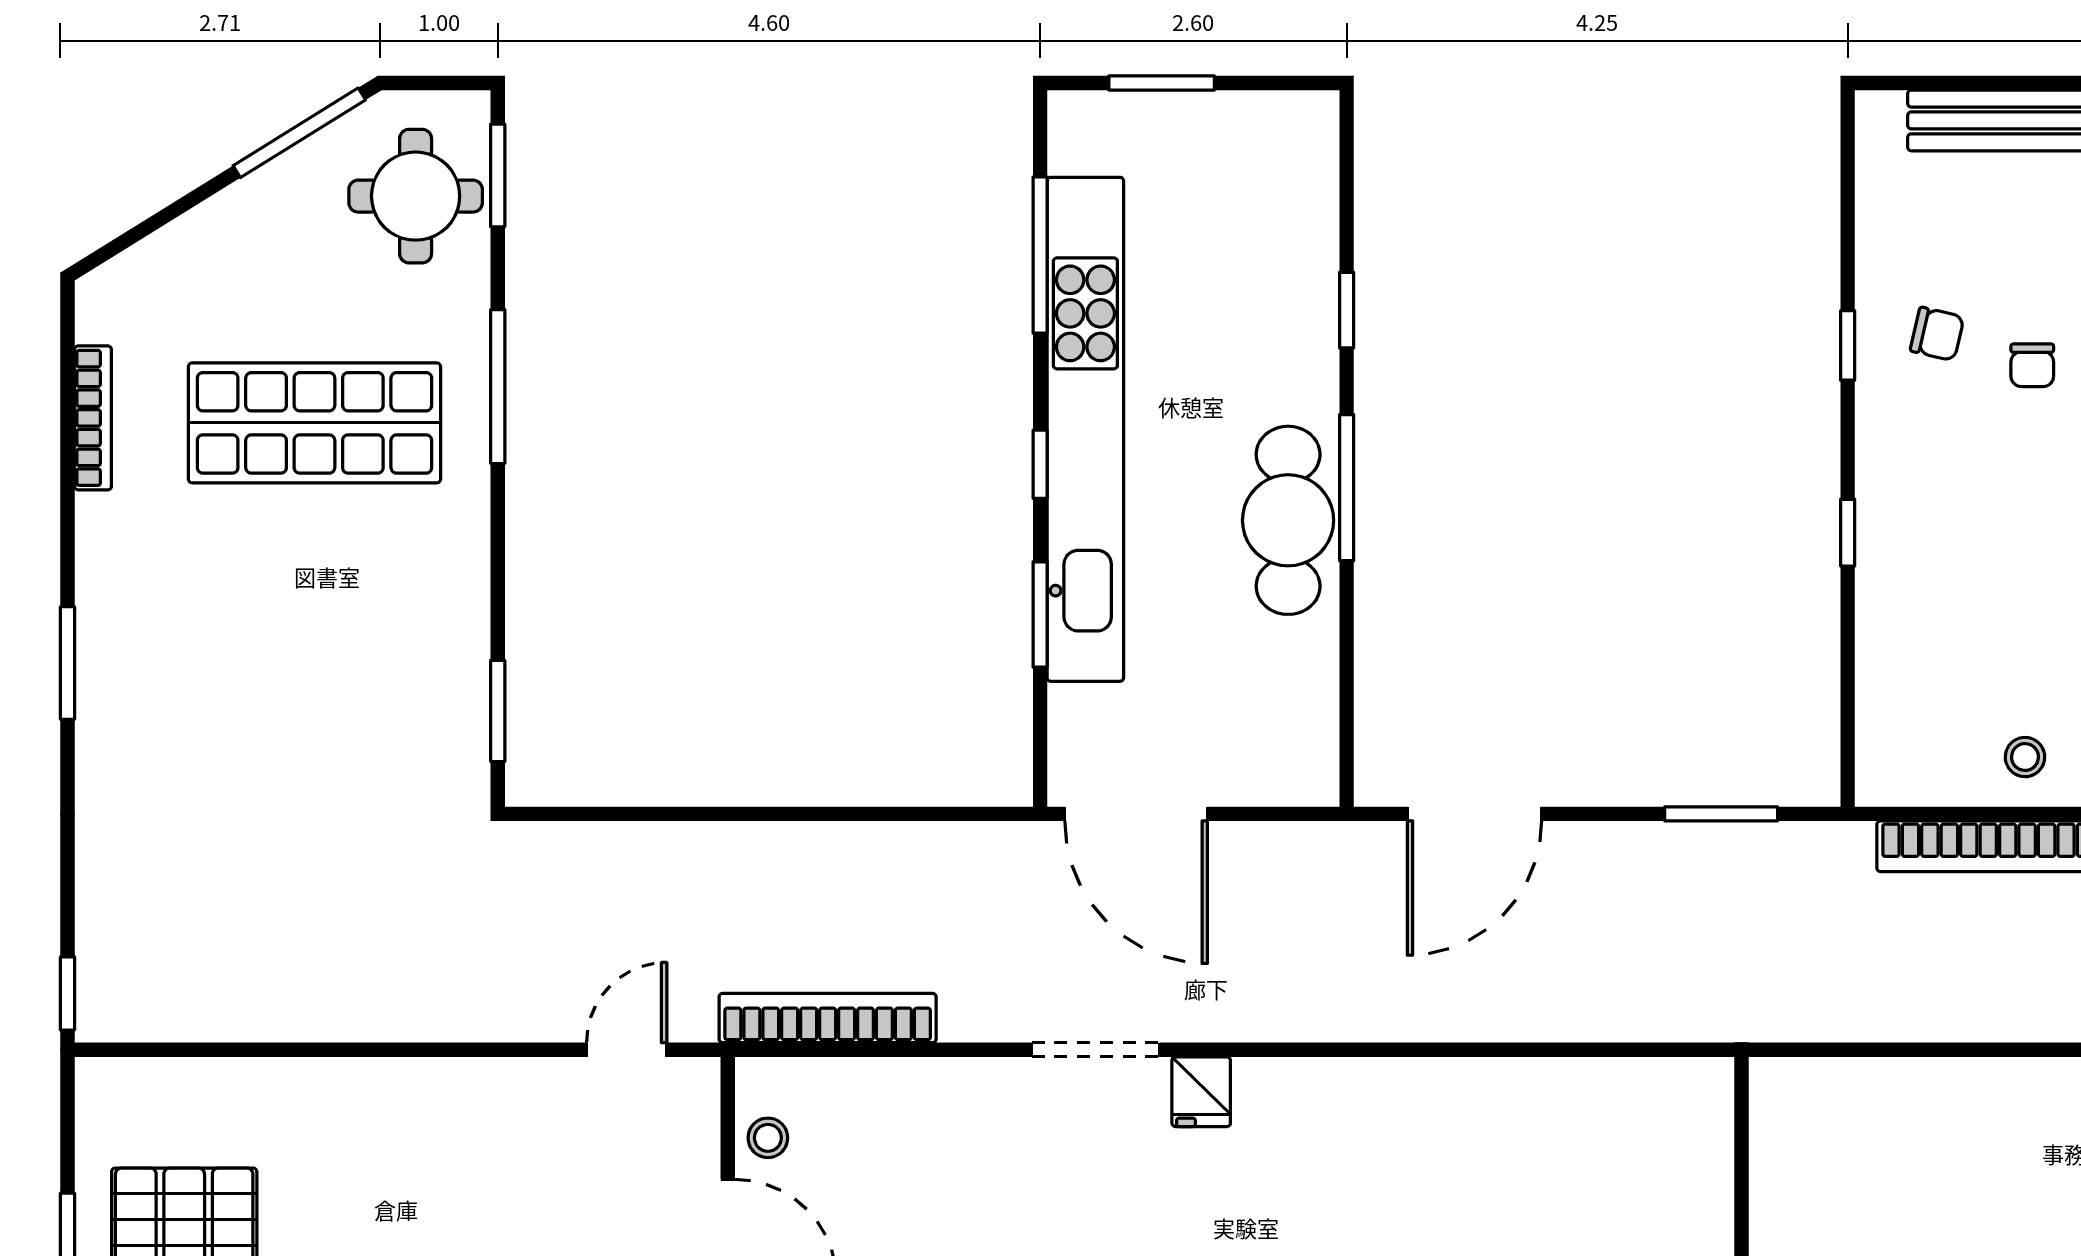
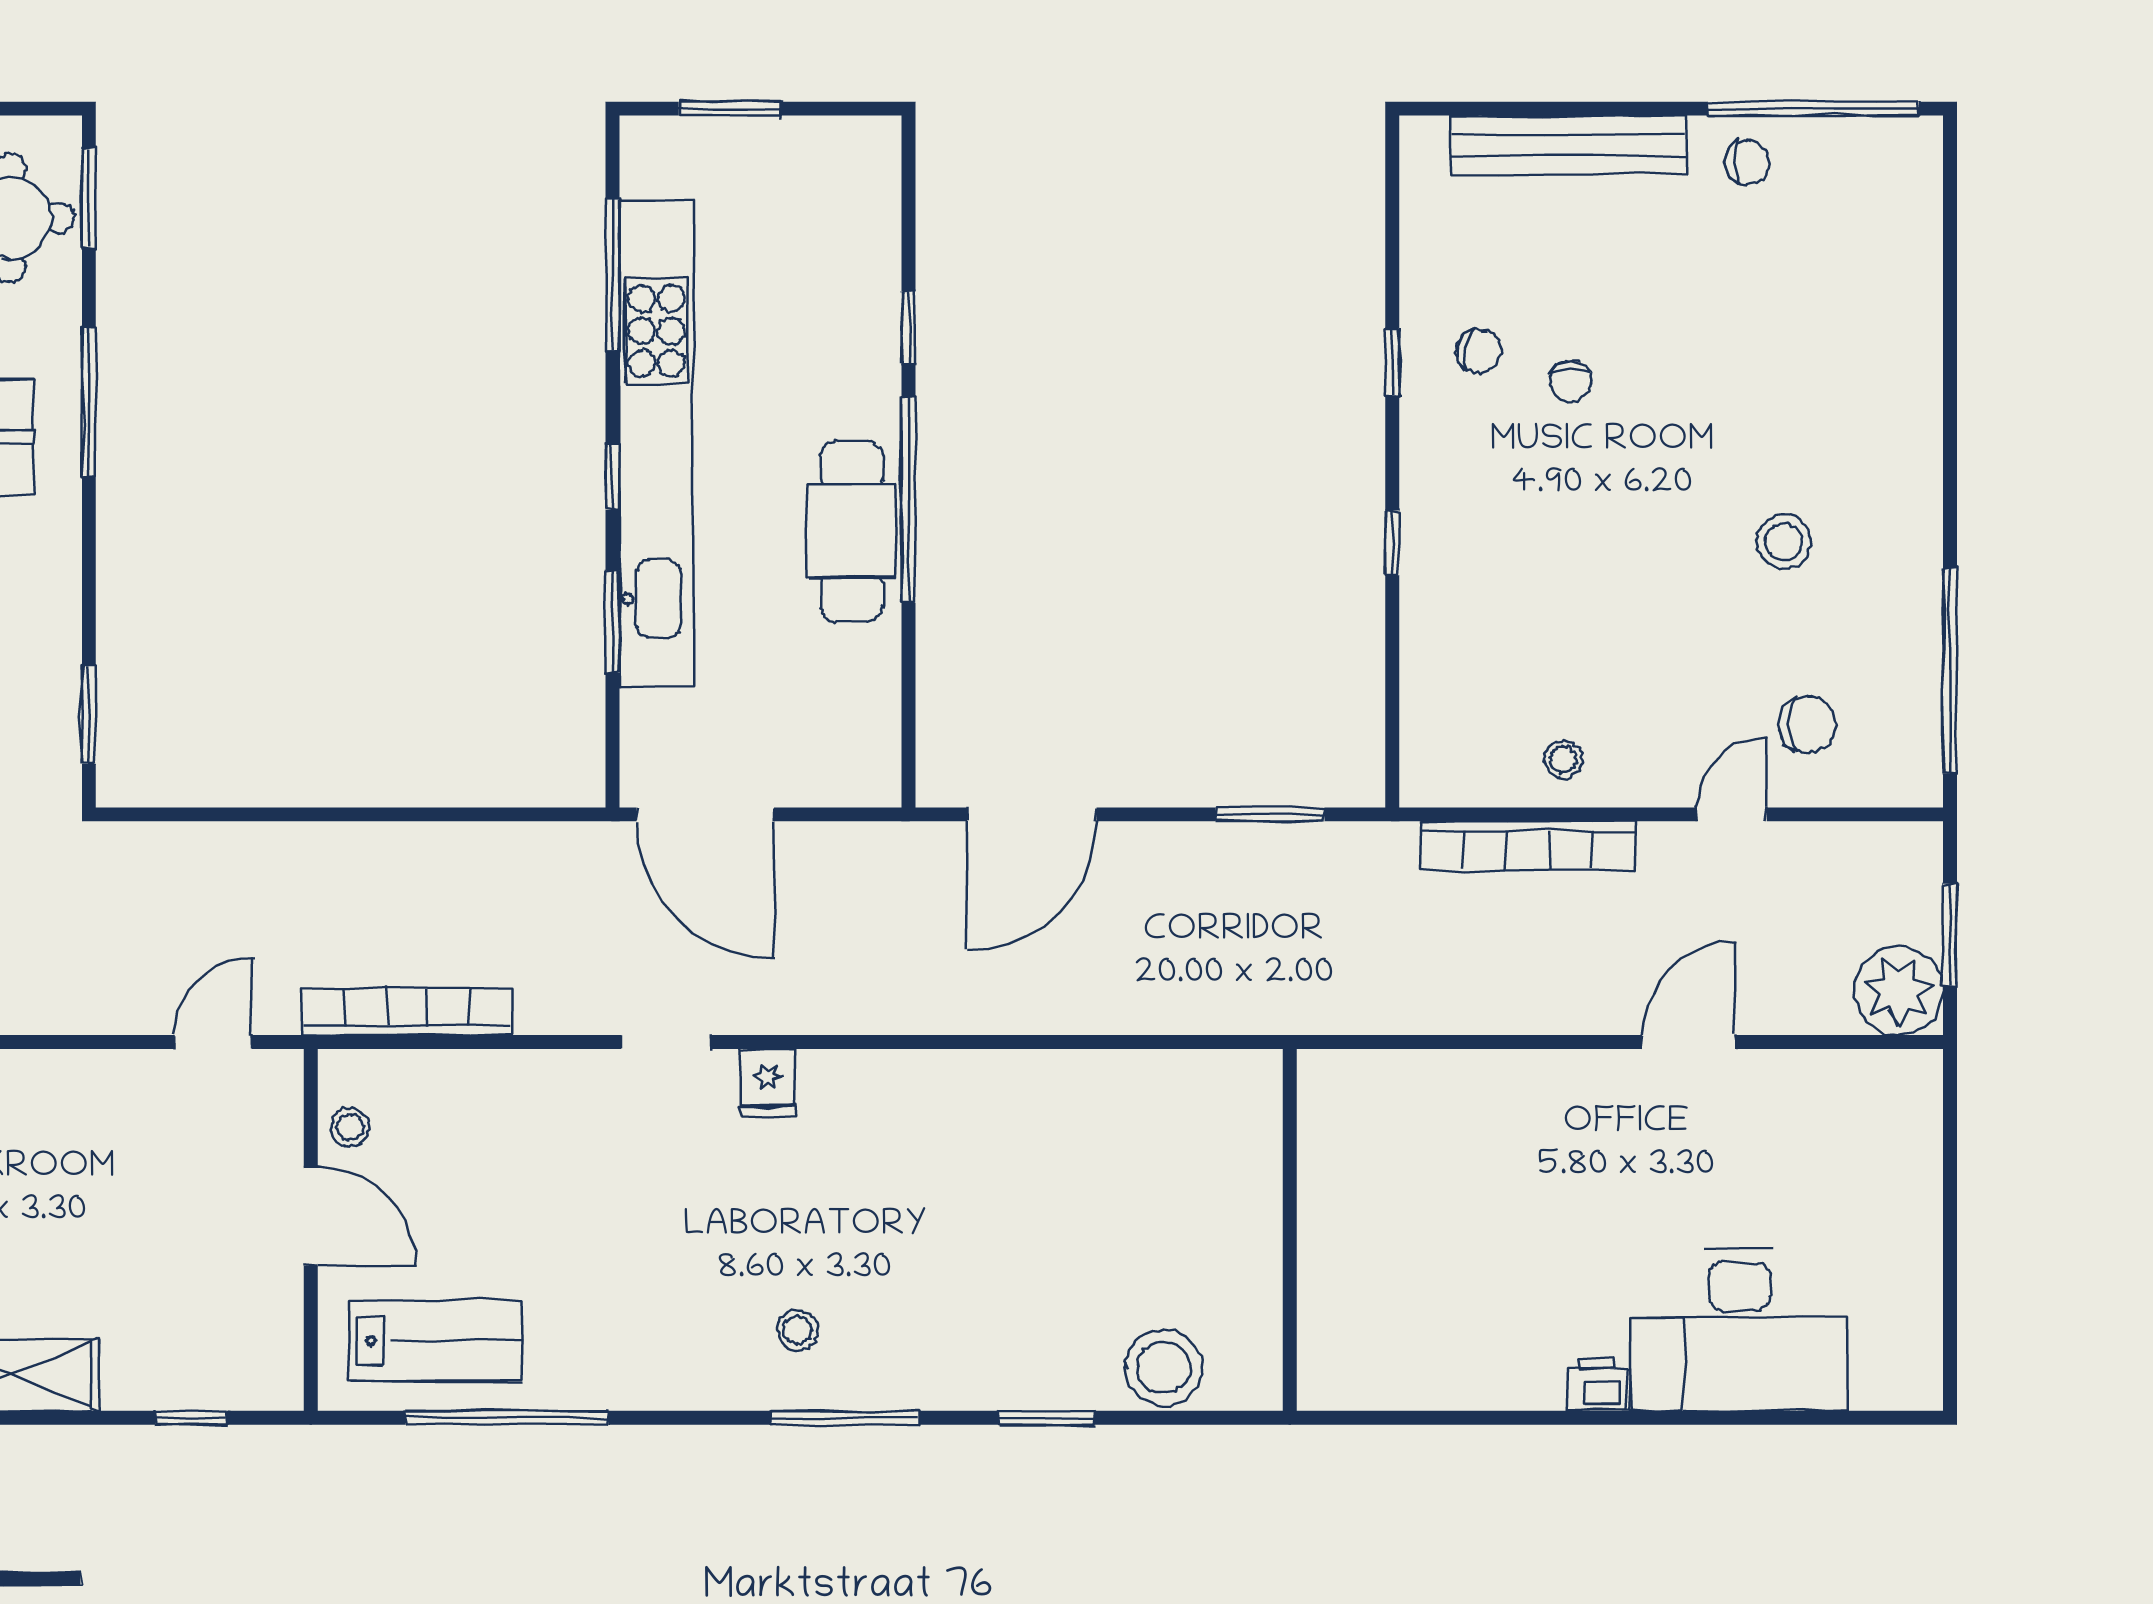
window: (1347, 488) -> (908, 499), width x1.46
doorway: (1096, 1050) -> (666, 1042), width x0.73

